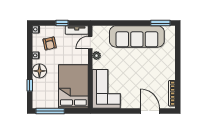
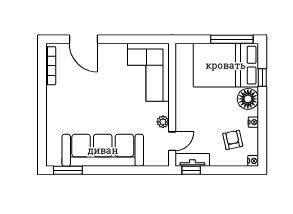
window: (62, 23) -> (191, 170), moved
bed: (73, 87) -> (226, 65), moved, turned 90

